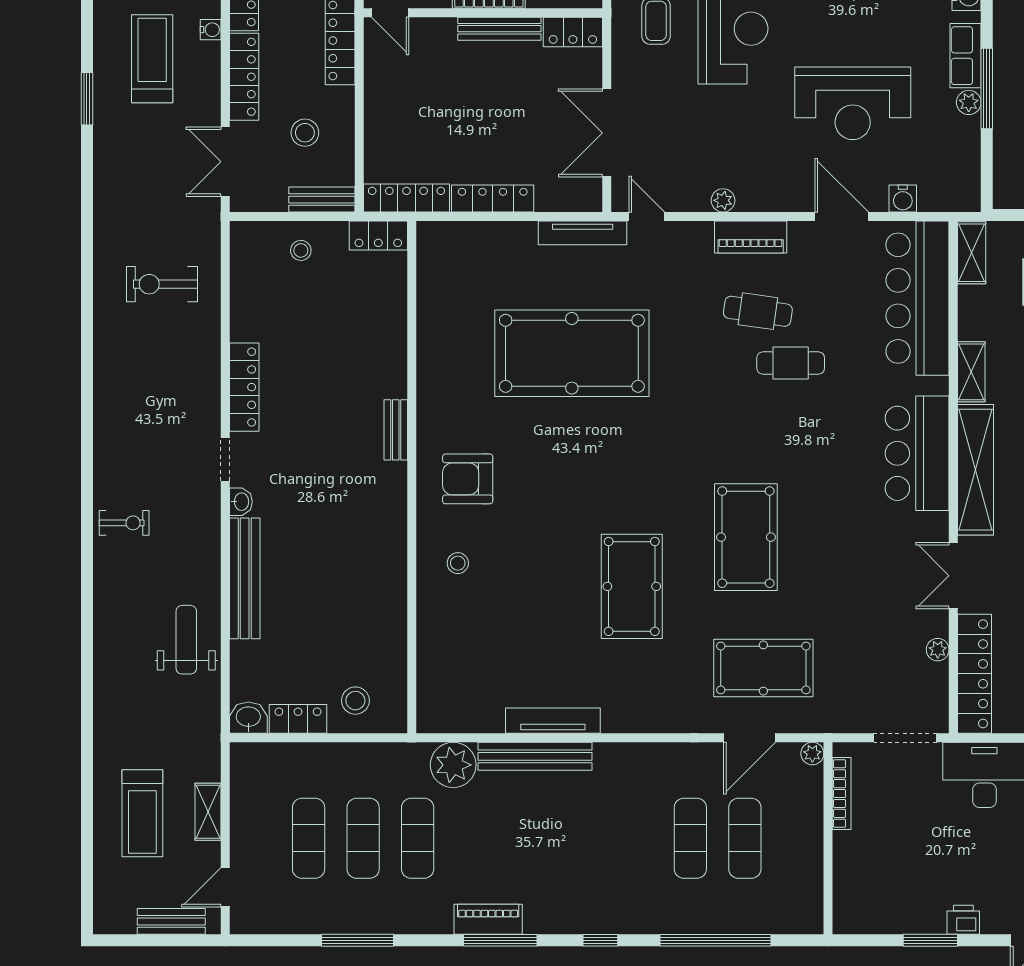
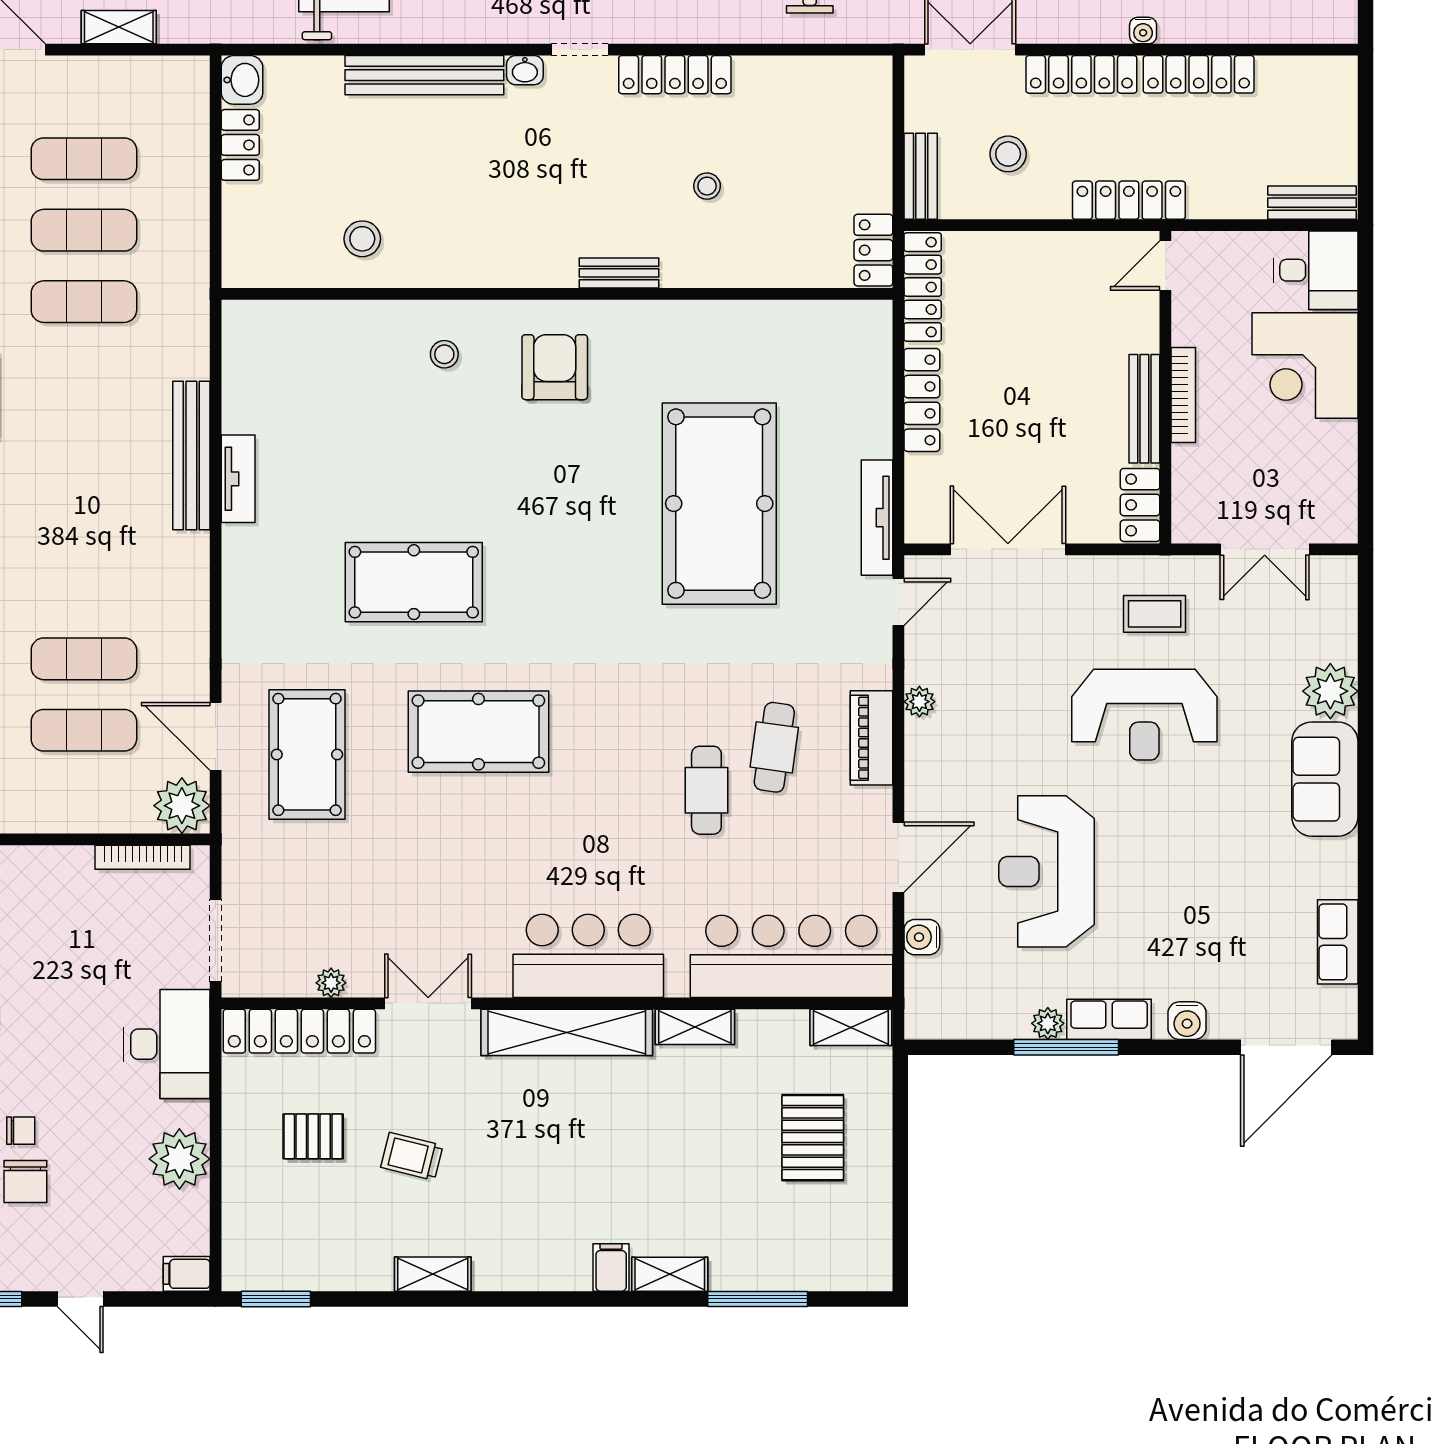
stool: (301, 250) -> (707, 186), moved
stool: (355, 701) -> (362, 239), moved
tv unit: (553, 721) -> (238, 479), width x0.71
plant: (812, 754) -> (182, 806), width x1.87, depth x1.87
plant: (453, 765) -> (180, 348), removed

